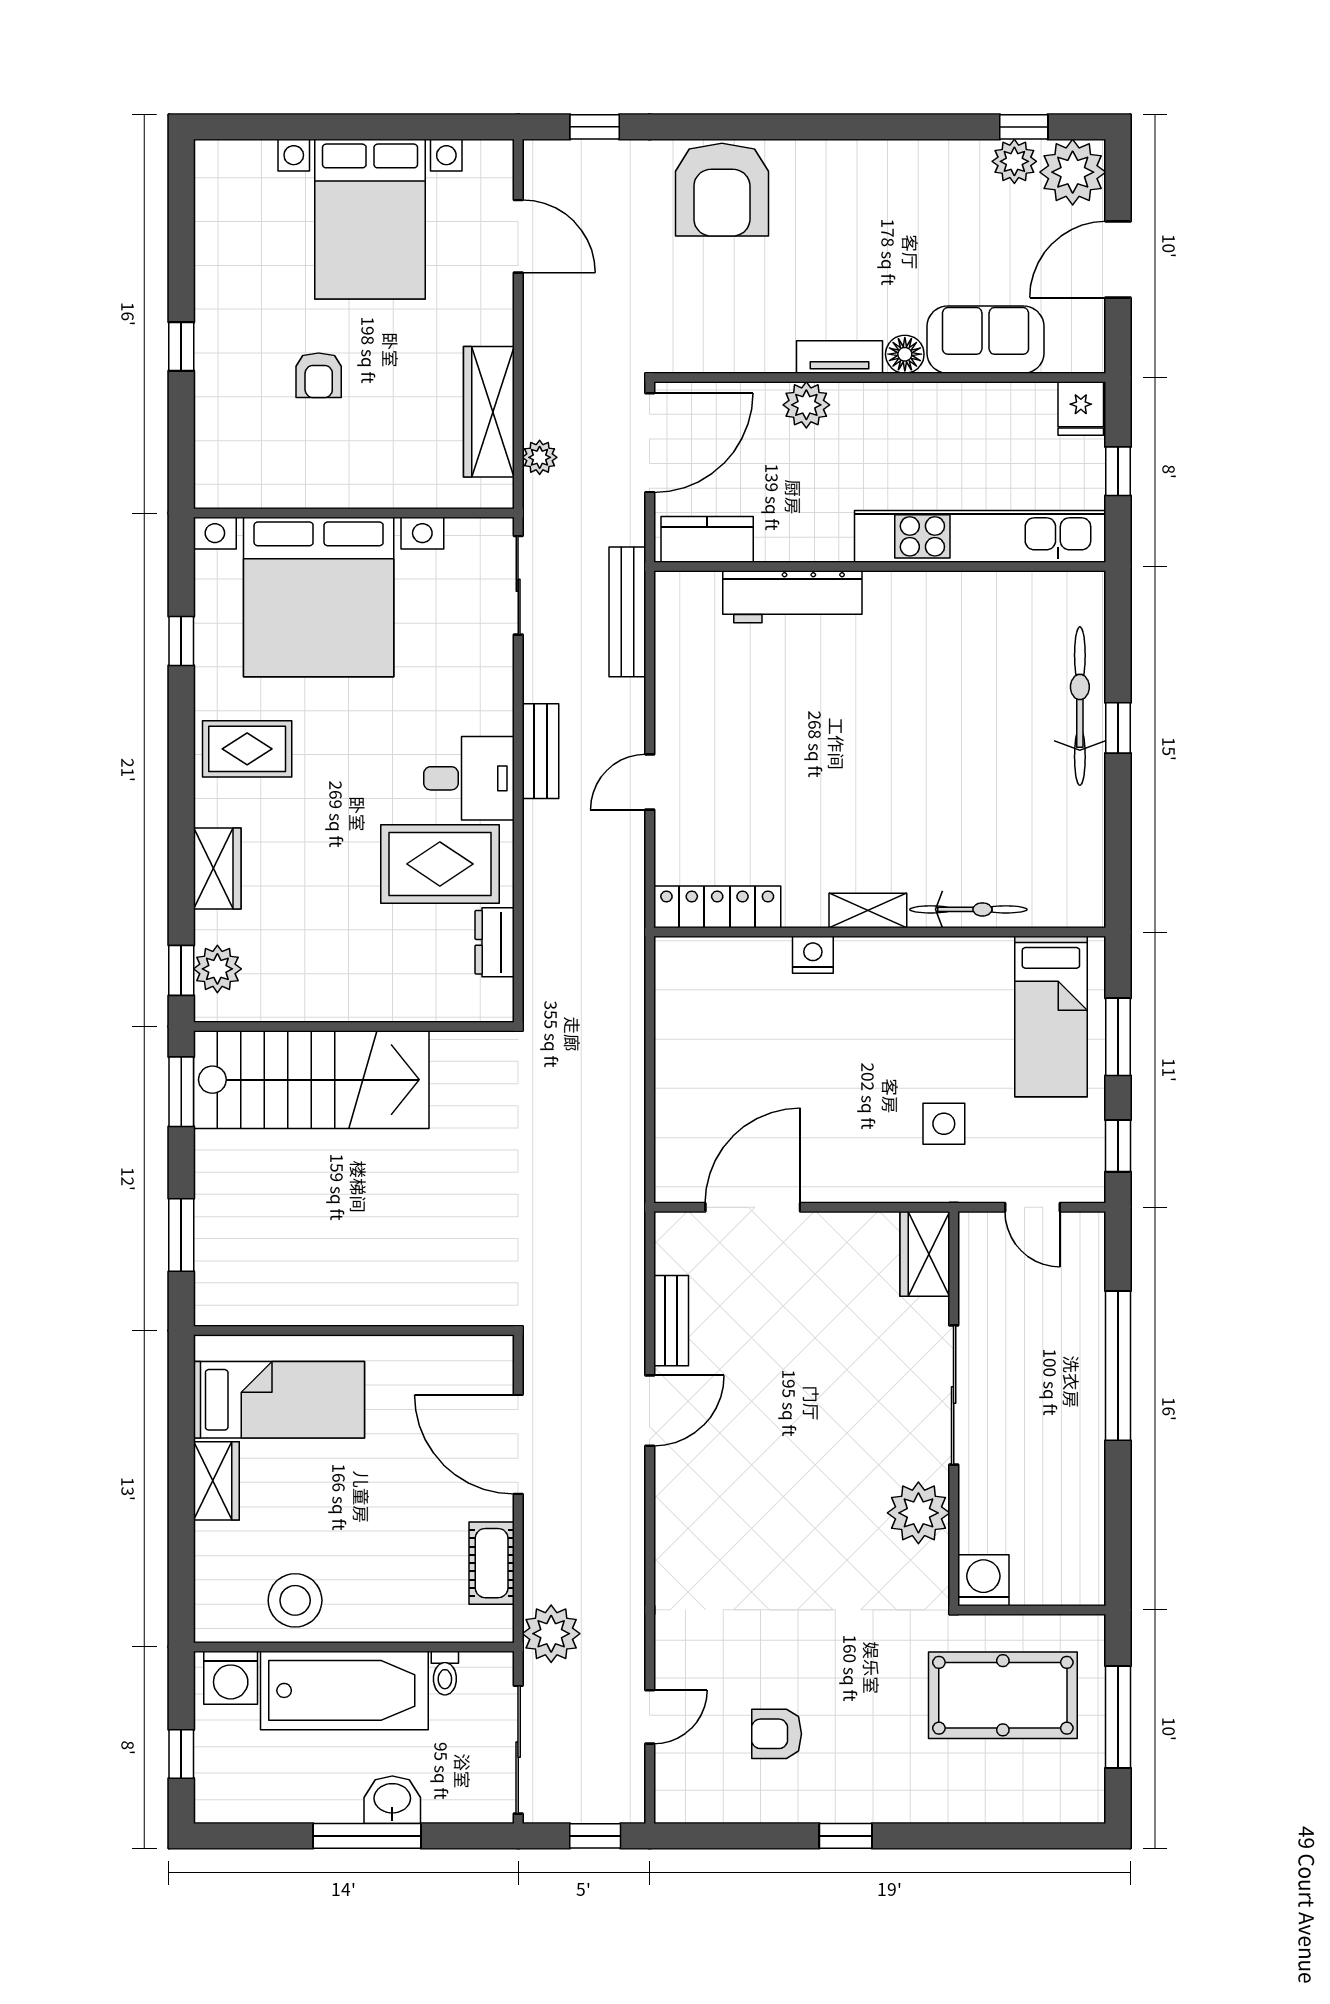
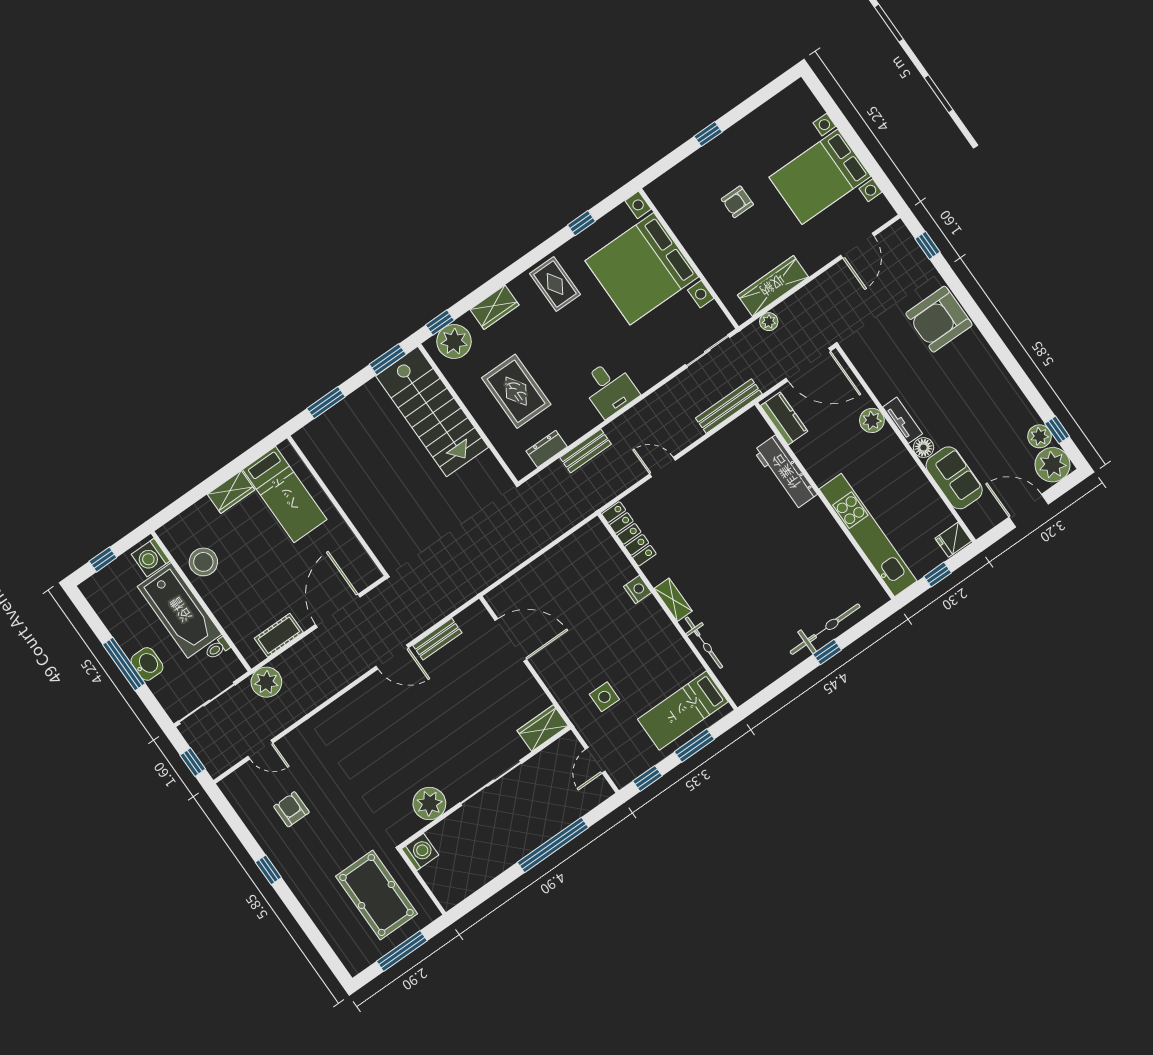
bench: (540, 751) -> (586, 451), moved
rug: (440, 864) -> (516, 391), moved
plant: (217, 969) -> (454, 341), width x1.36, depth x1.36

